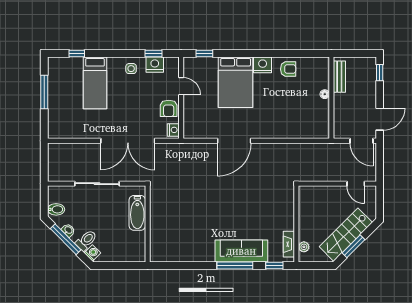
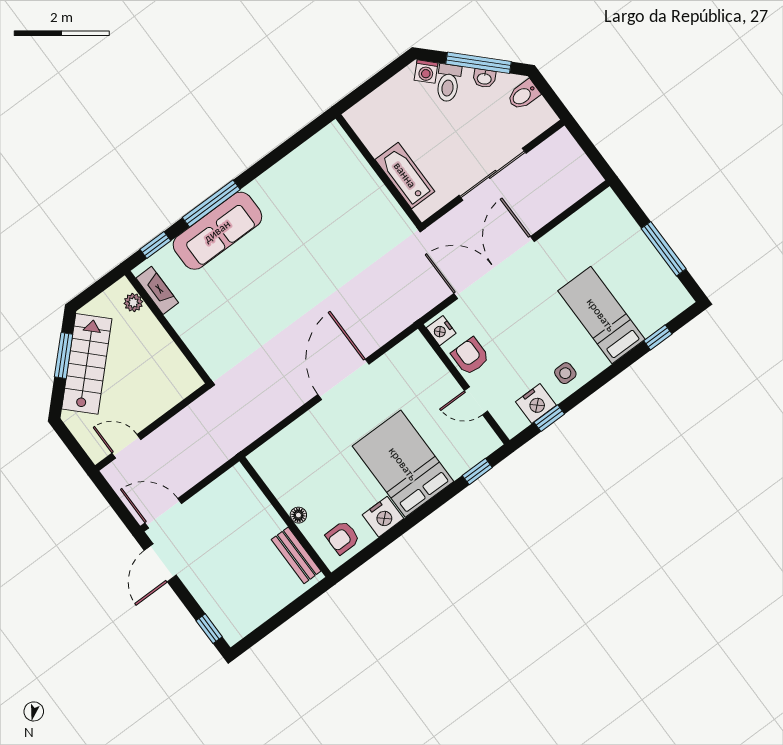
bench: (339, 77) -> (296, 555), moved
floor lamp: (325, 94) -> (298, 515), moved
wall: (331, 98) -> (285, 517), moved

